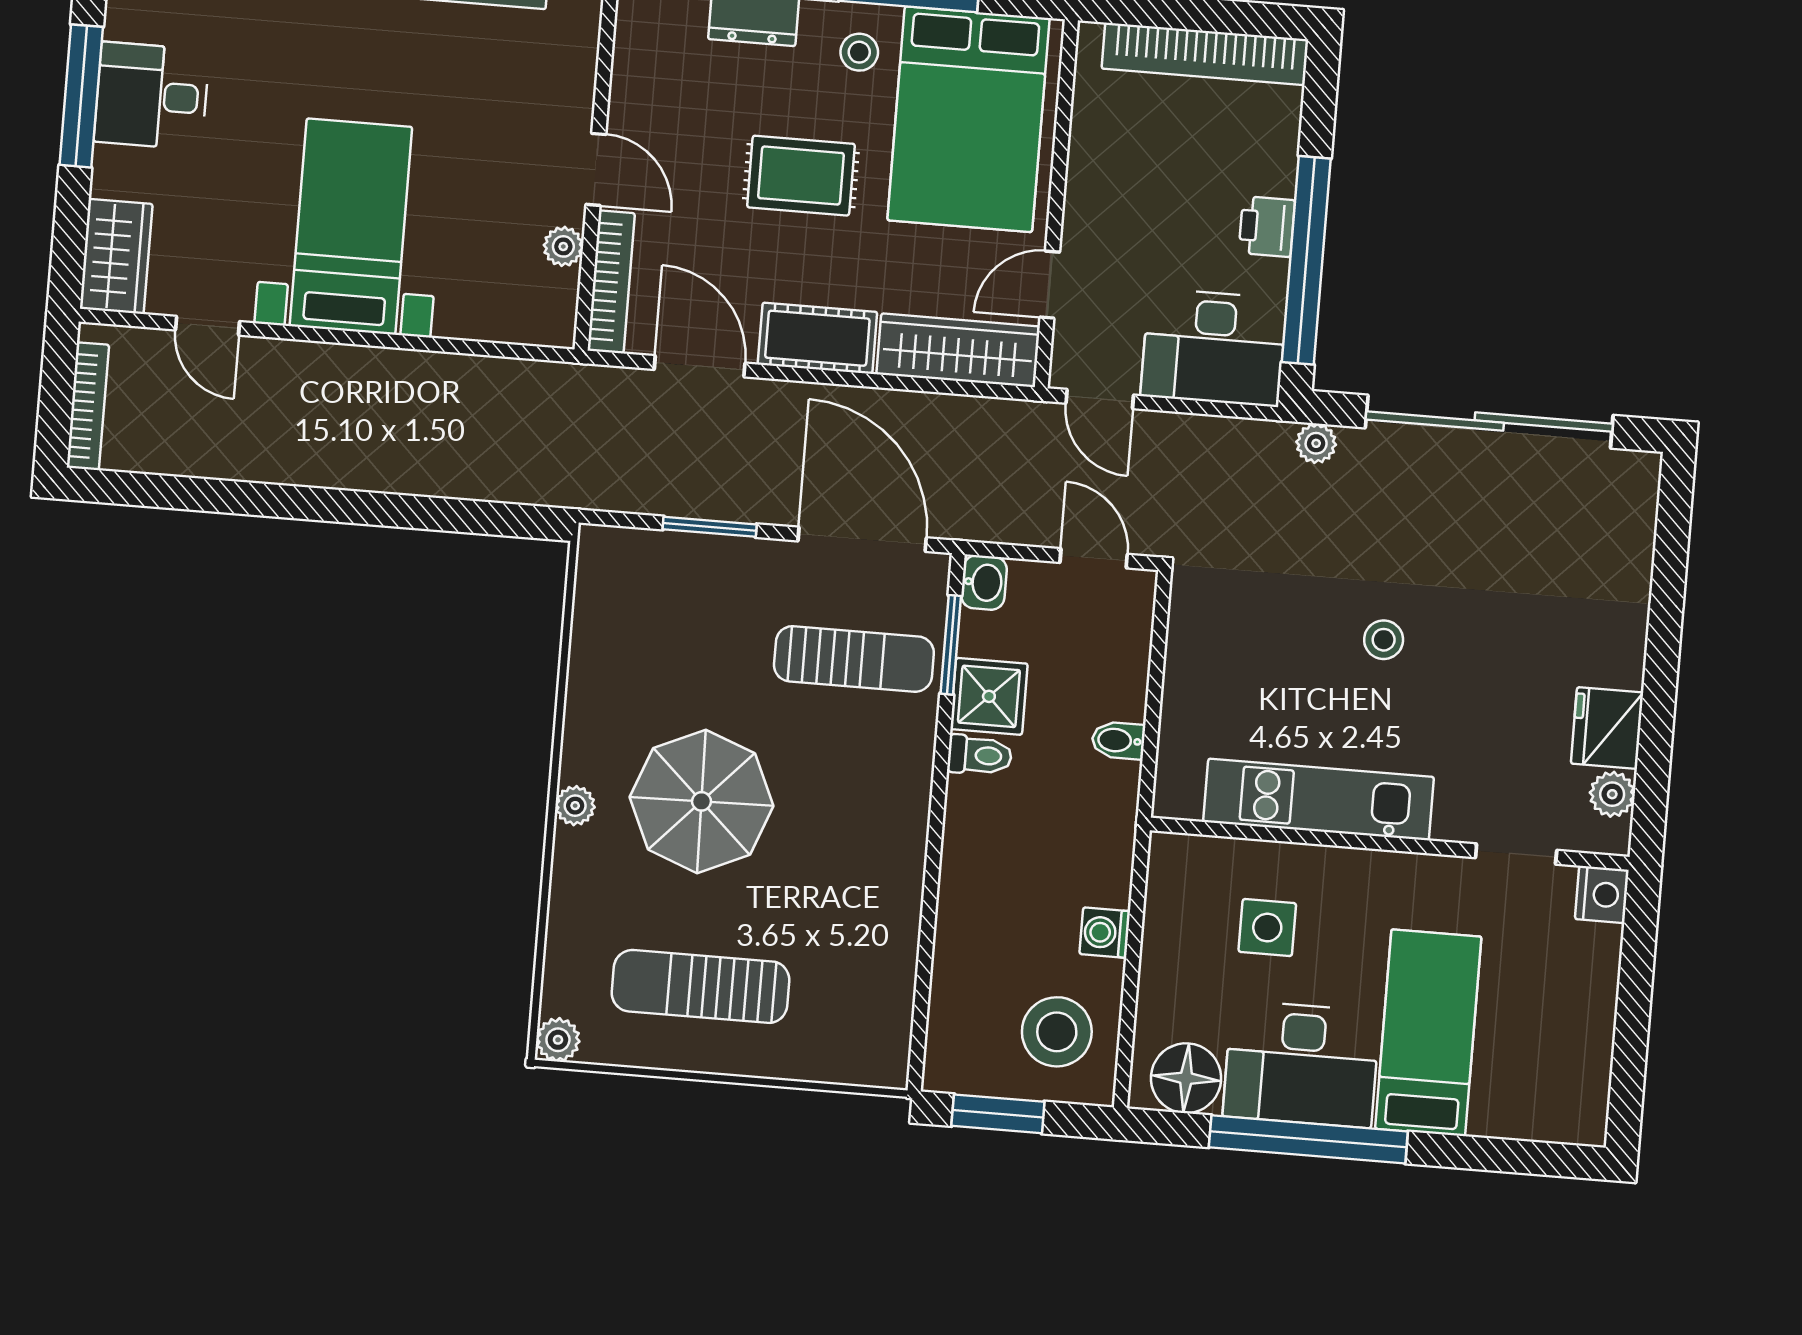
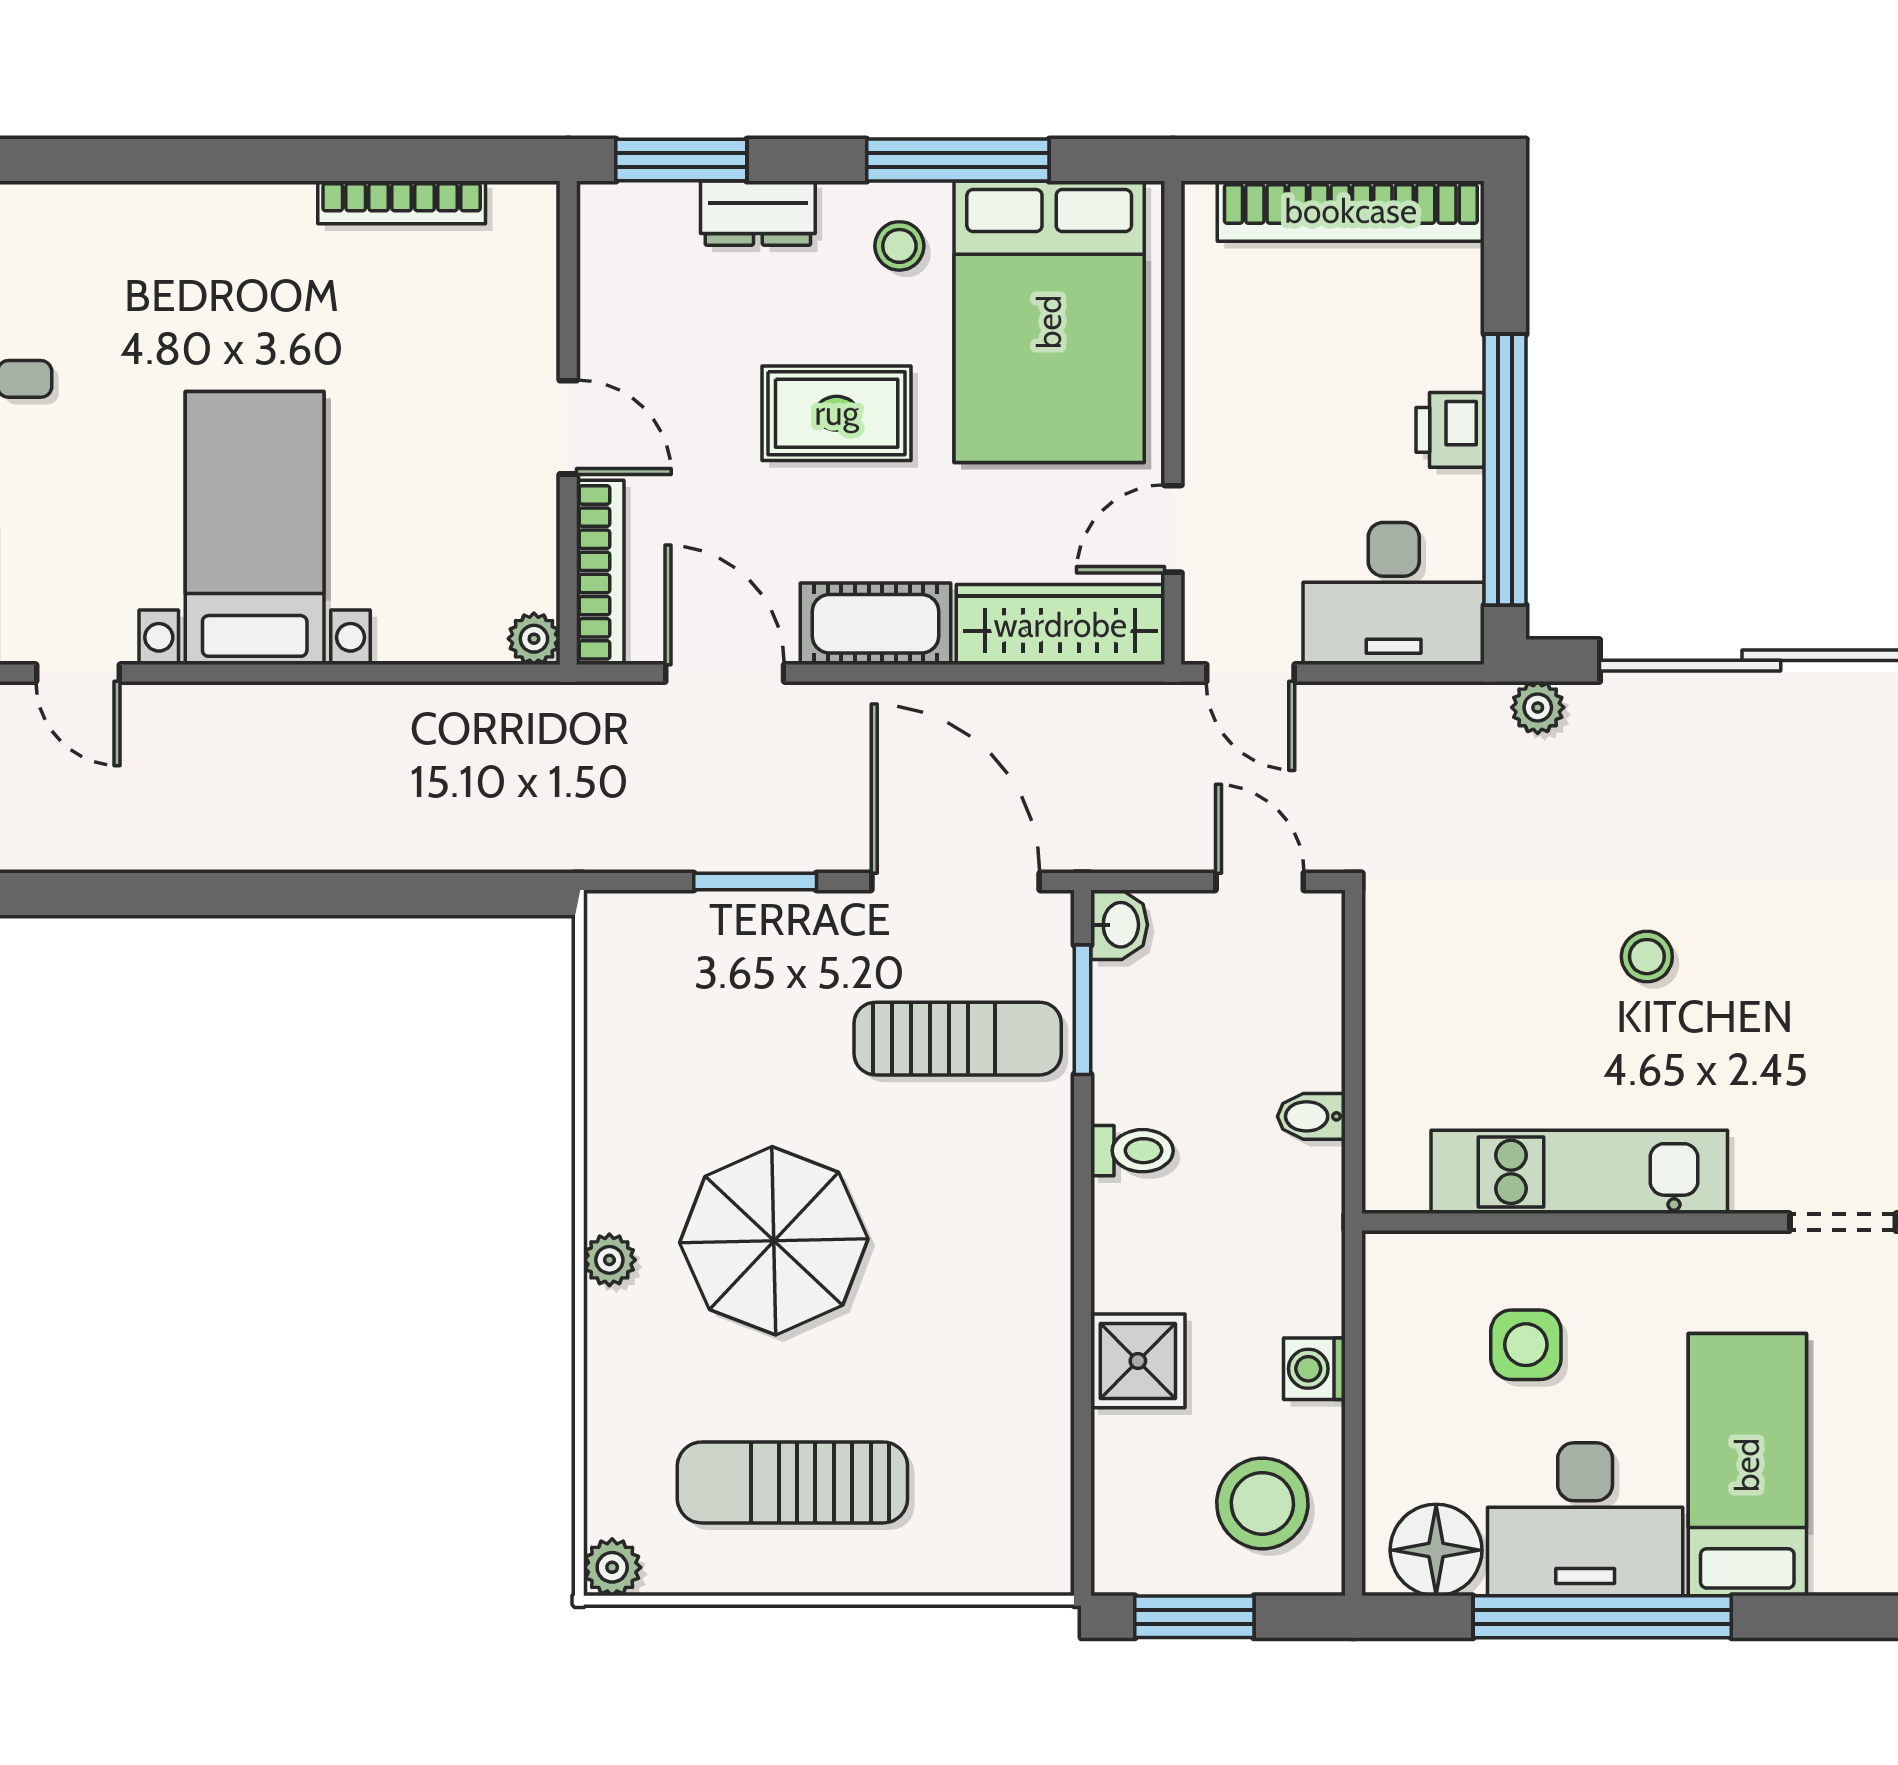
plant: (563, 246) -> (534, 639), moved
shower: (989, 696) -> (1138, 1361), moved

